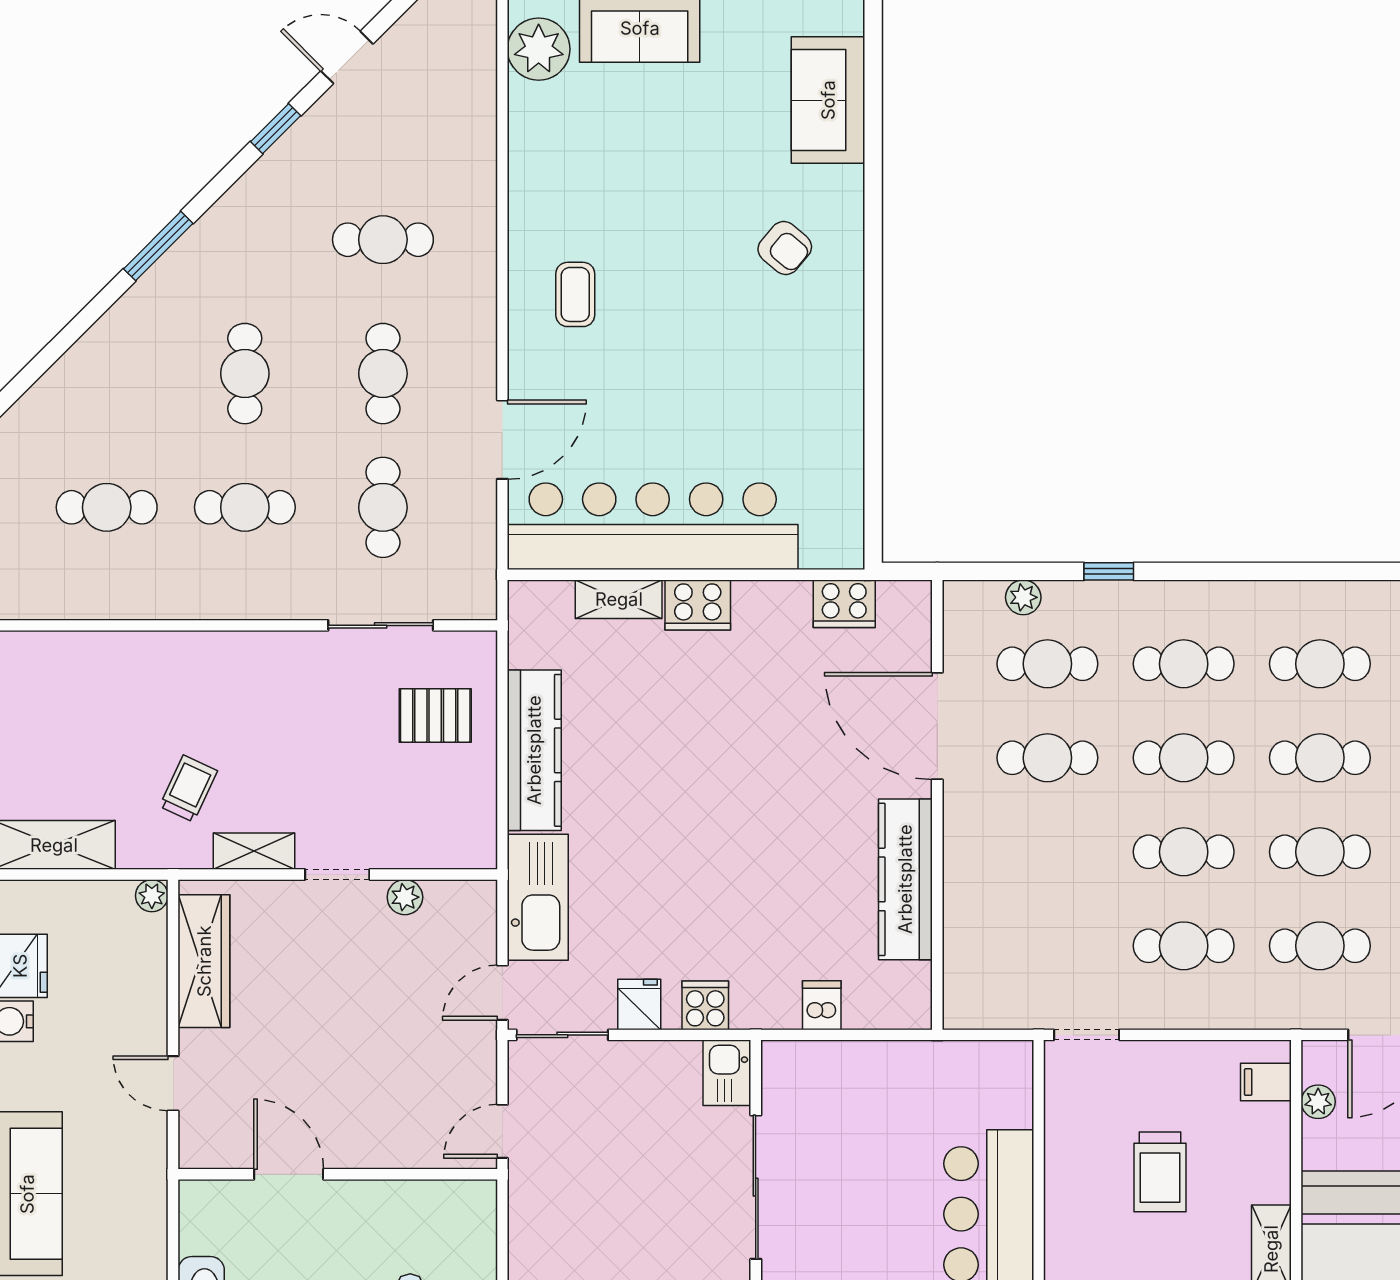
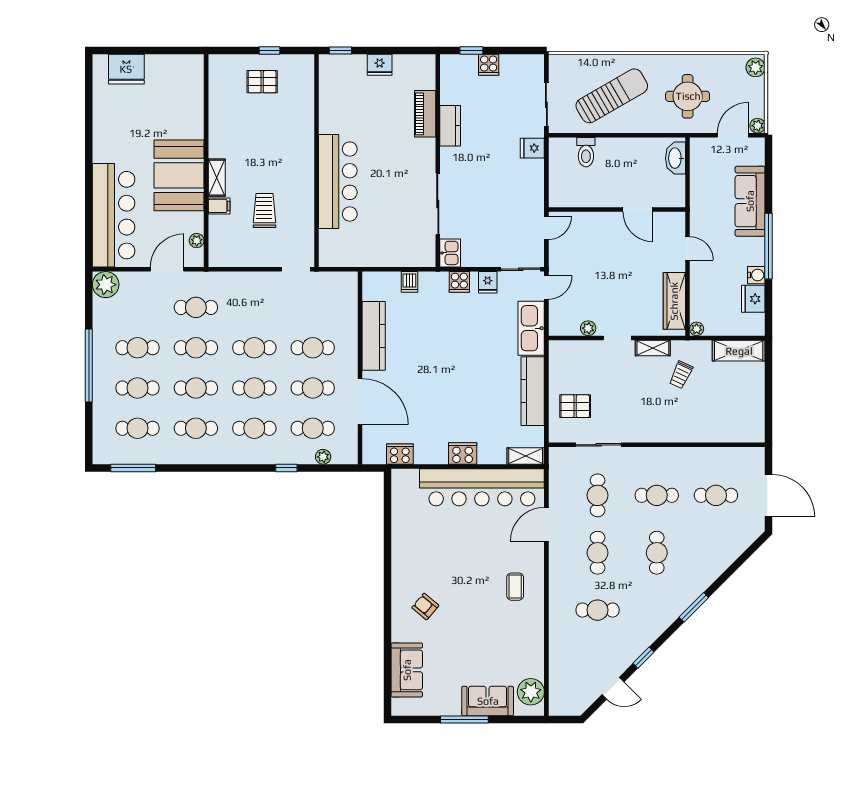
shelving: (619, 599) -> (526, 456), moved
cafe table: (1184, 946) -> (313, 348), moved
filing cabinet: (1266, 1082) -> (219, 206), moved

